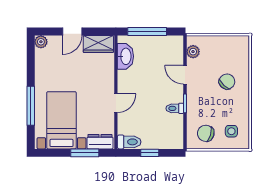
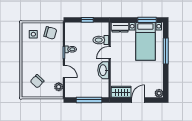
washbasin: (125, 56) -> (103, 70), moved
chair: (227, 82) -> (37, 81), moved
toilet: (129, 142) -> (101, 40), moved
window: (85, 153) -> (147, 20), moved

